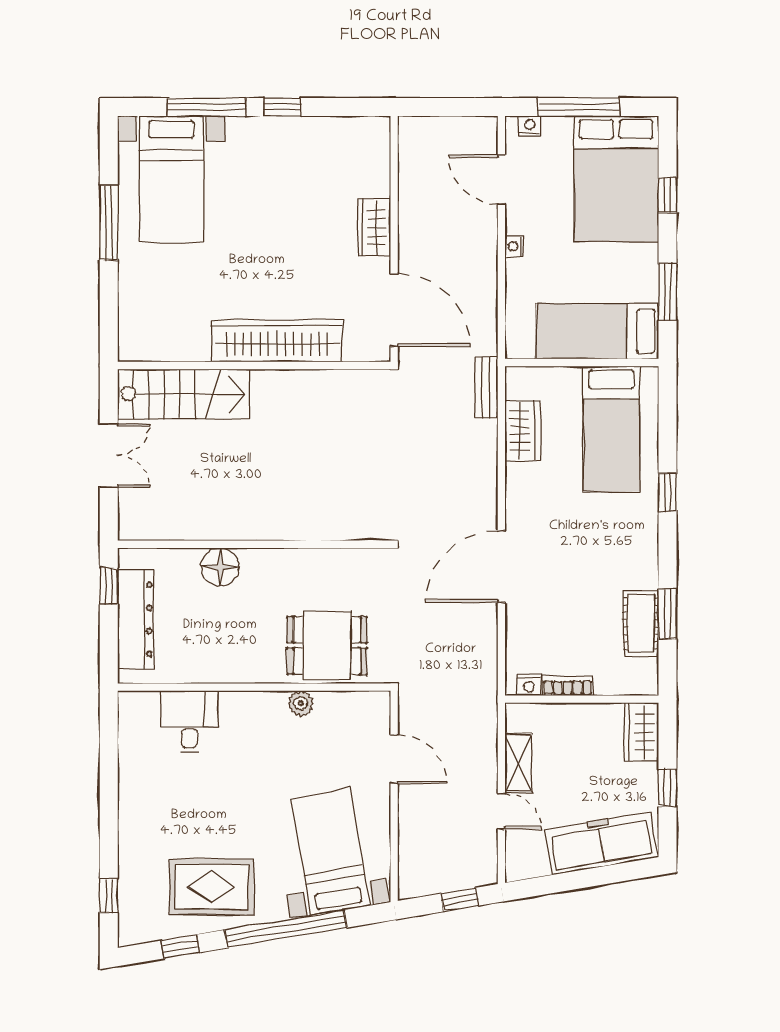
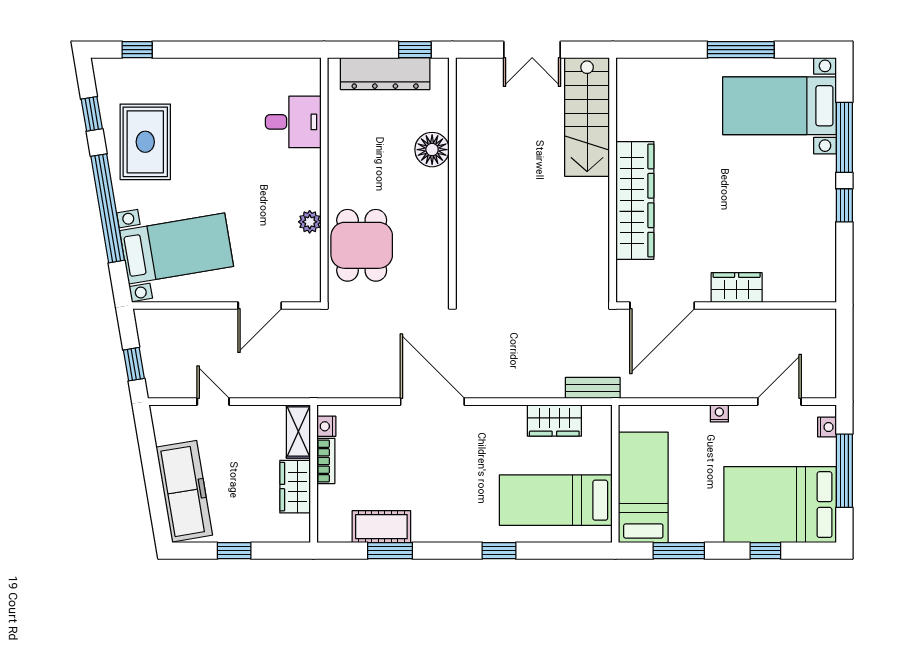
wardrobe: (642, 732) -> (295, 487), moved, turned -90
shelving: (518, 763) -> (298, 431), moved, turned 90
door: (501, 811) -> (213, 402), swing flipped

